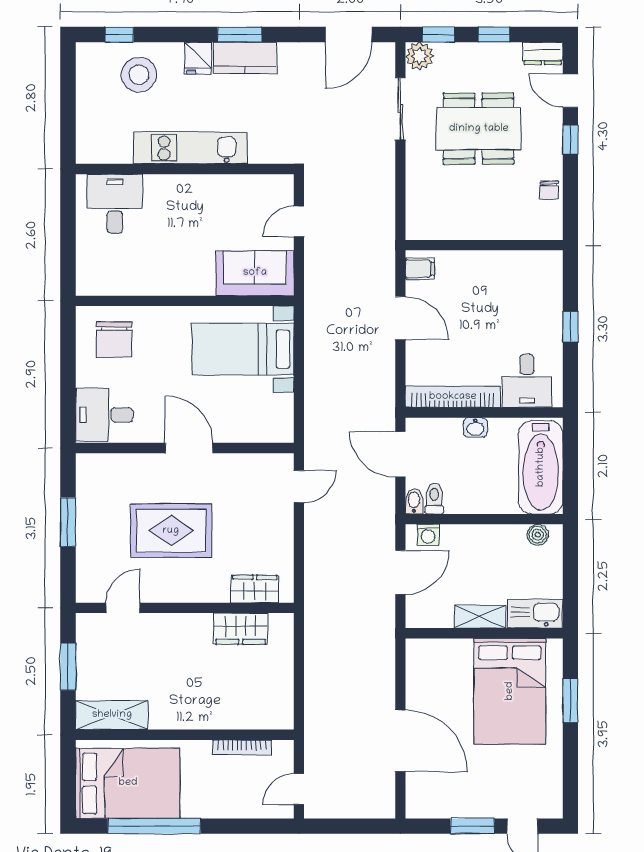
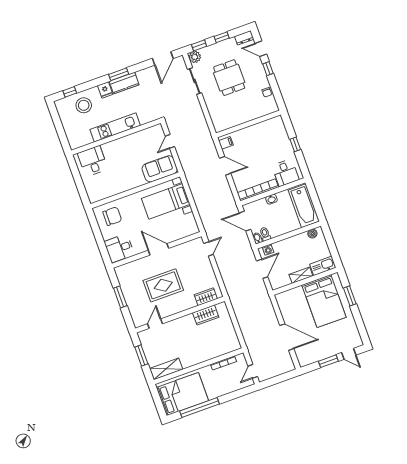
dining table: (479, 129) -> (229, 78), width x0.73
chair: (114, 339) -> (112, 216), turned -90

